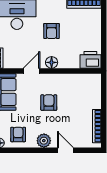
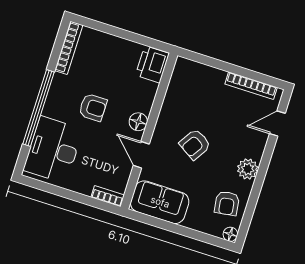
armchair: (49, 103) -> (195, 144), turned -58
armchair: (18, 134) -> (227, 203), turned -98
door: (65, 150) -> (277, 123), moved

